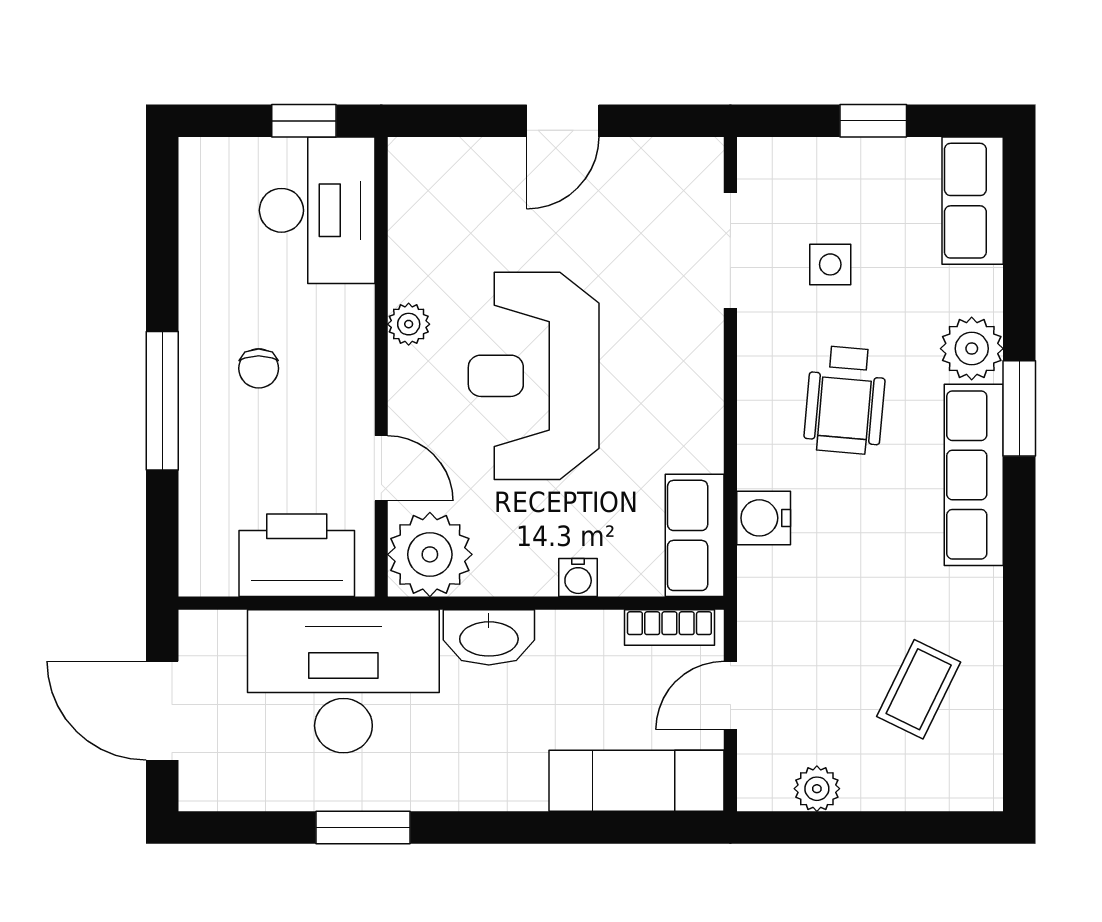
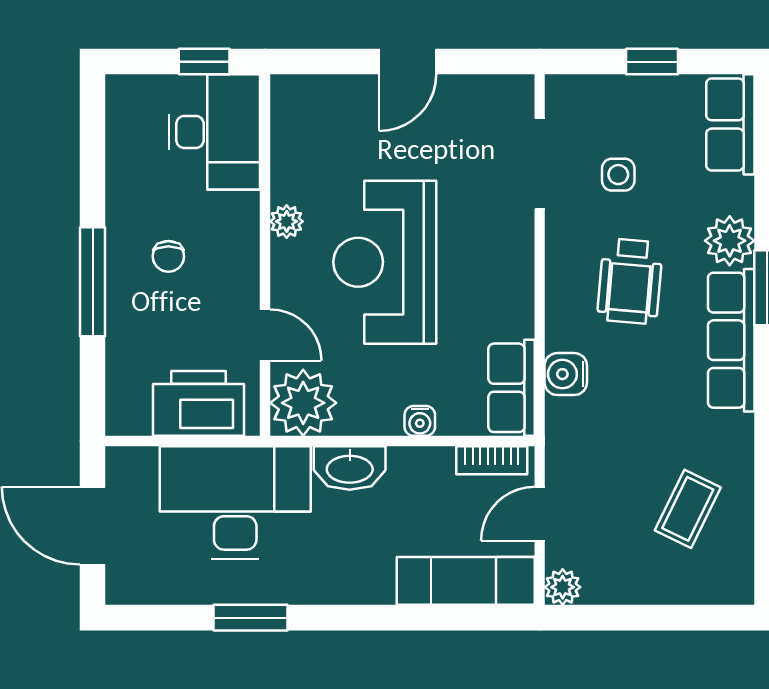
plant: (817, 789) -> (563, 587), moved

